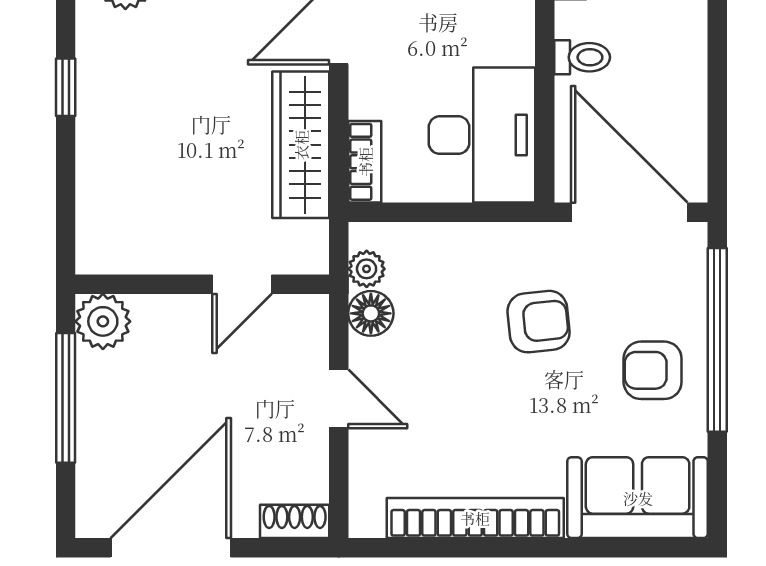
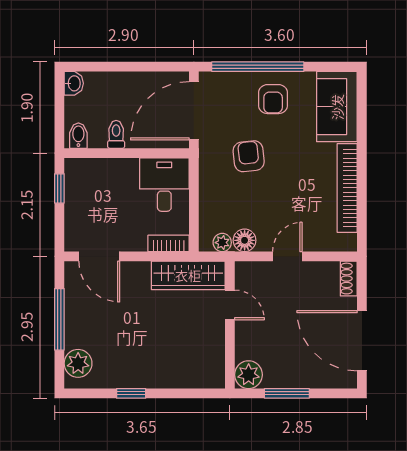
desk: (482, 135) -> (164, 185), width x0.73
wardrobe: (301, 145) -> (188, 275), moved
window: (66, 398) -> (287, 393), width x0.69

